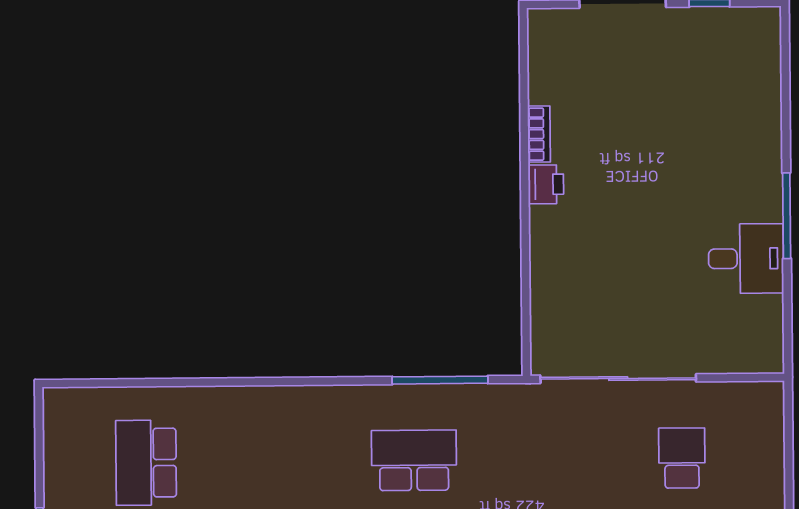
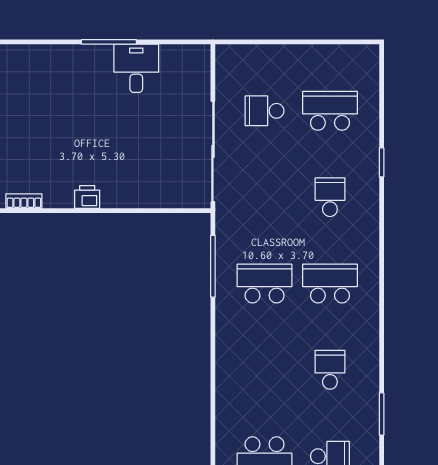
bookcase: (539, 134) -> (24, 201), moved
school desk: (414, 460) -> (265, 284), turned 90

